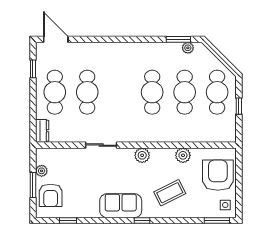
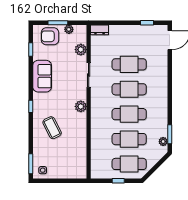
cafe table: (55, 92) -> (129, 89), moved
plant: (183, 155) -> (81, 50), moved
armchair: (218, 175) -> (65, 165), removed
sofa: (121, 206) -> (42, 76), moved

